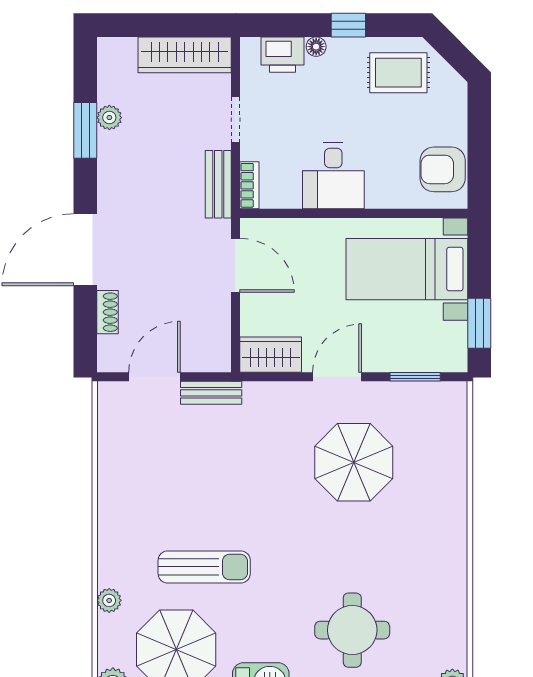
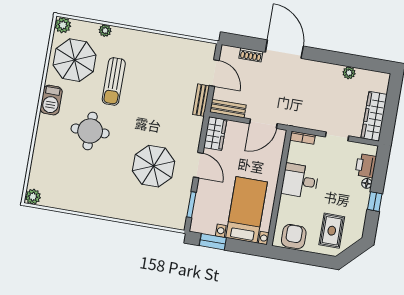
rug: (398, 73) -> (332, 231), moved
window: (85, 130) -> (345, 59), removed
bench: (218, 184) -> (228, 109), moved
round table: (352, 630) -> (90, 131), moved

